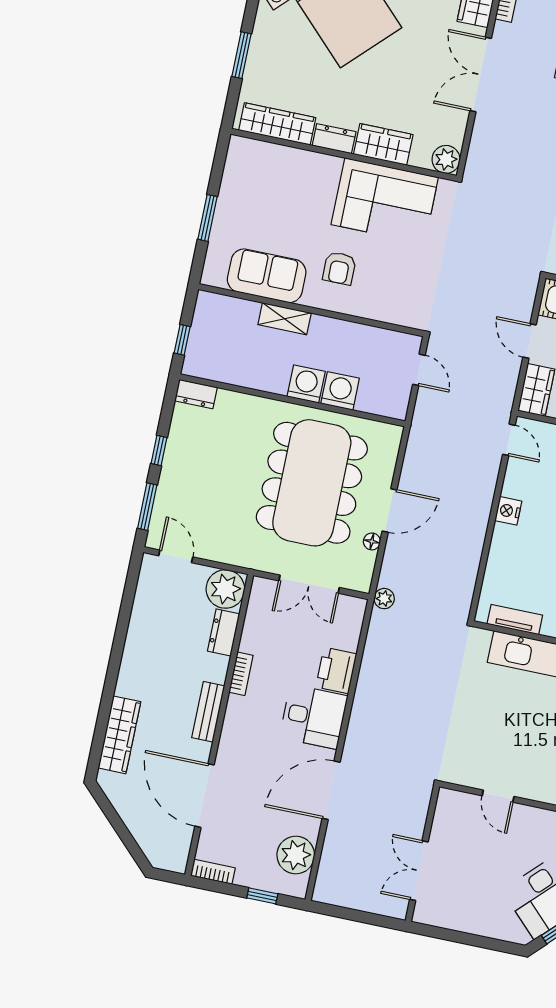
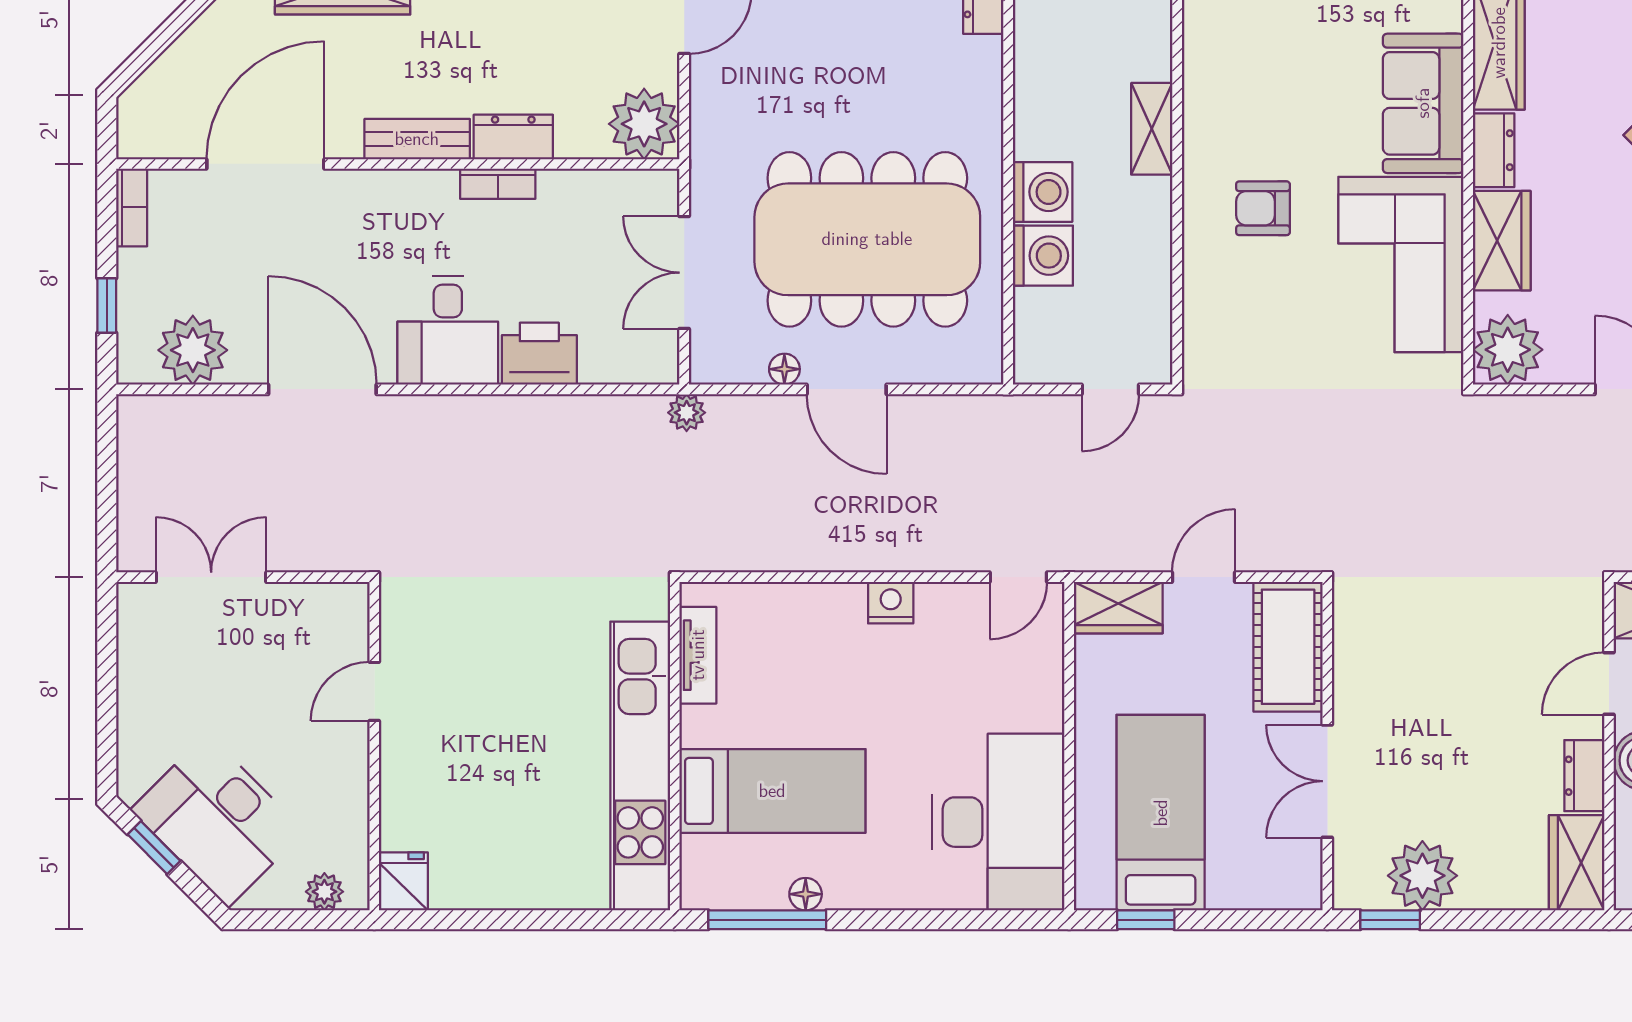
plant: (446, 159) -> (1508, 350), width x1.36, depth x1.36
sofa: (267, 276) -> (1423, 103), moved, turned 180
dresser: (224, 632) -> (513, 137), moved

